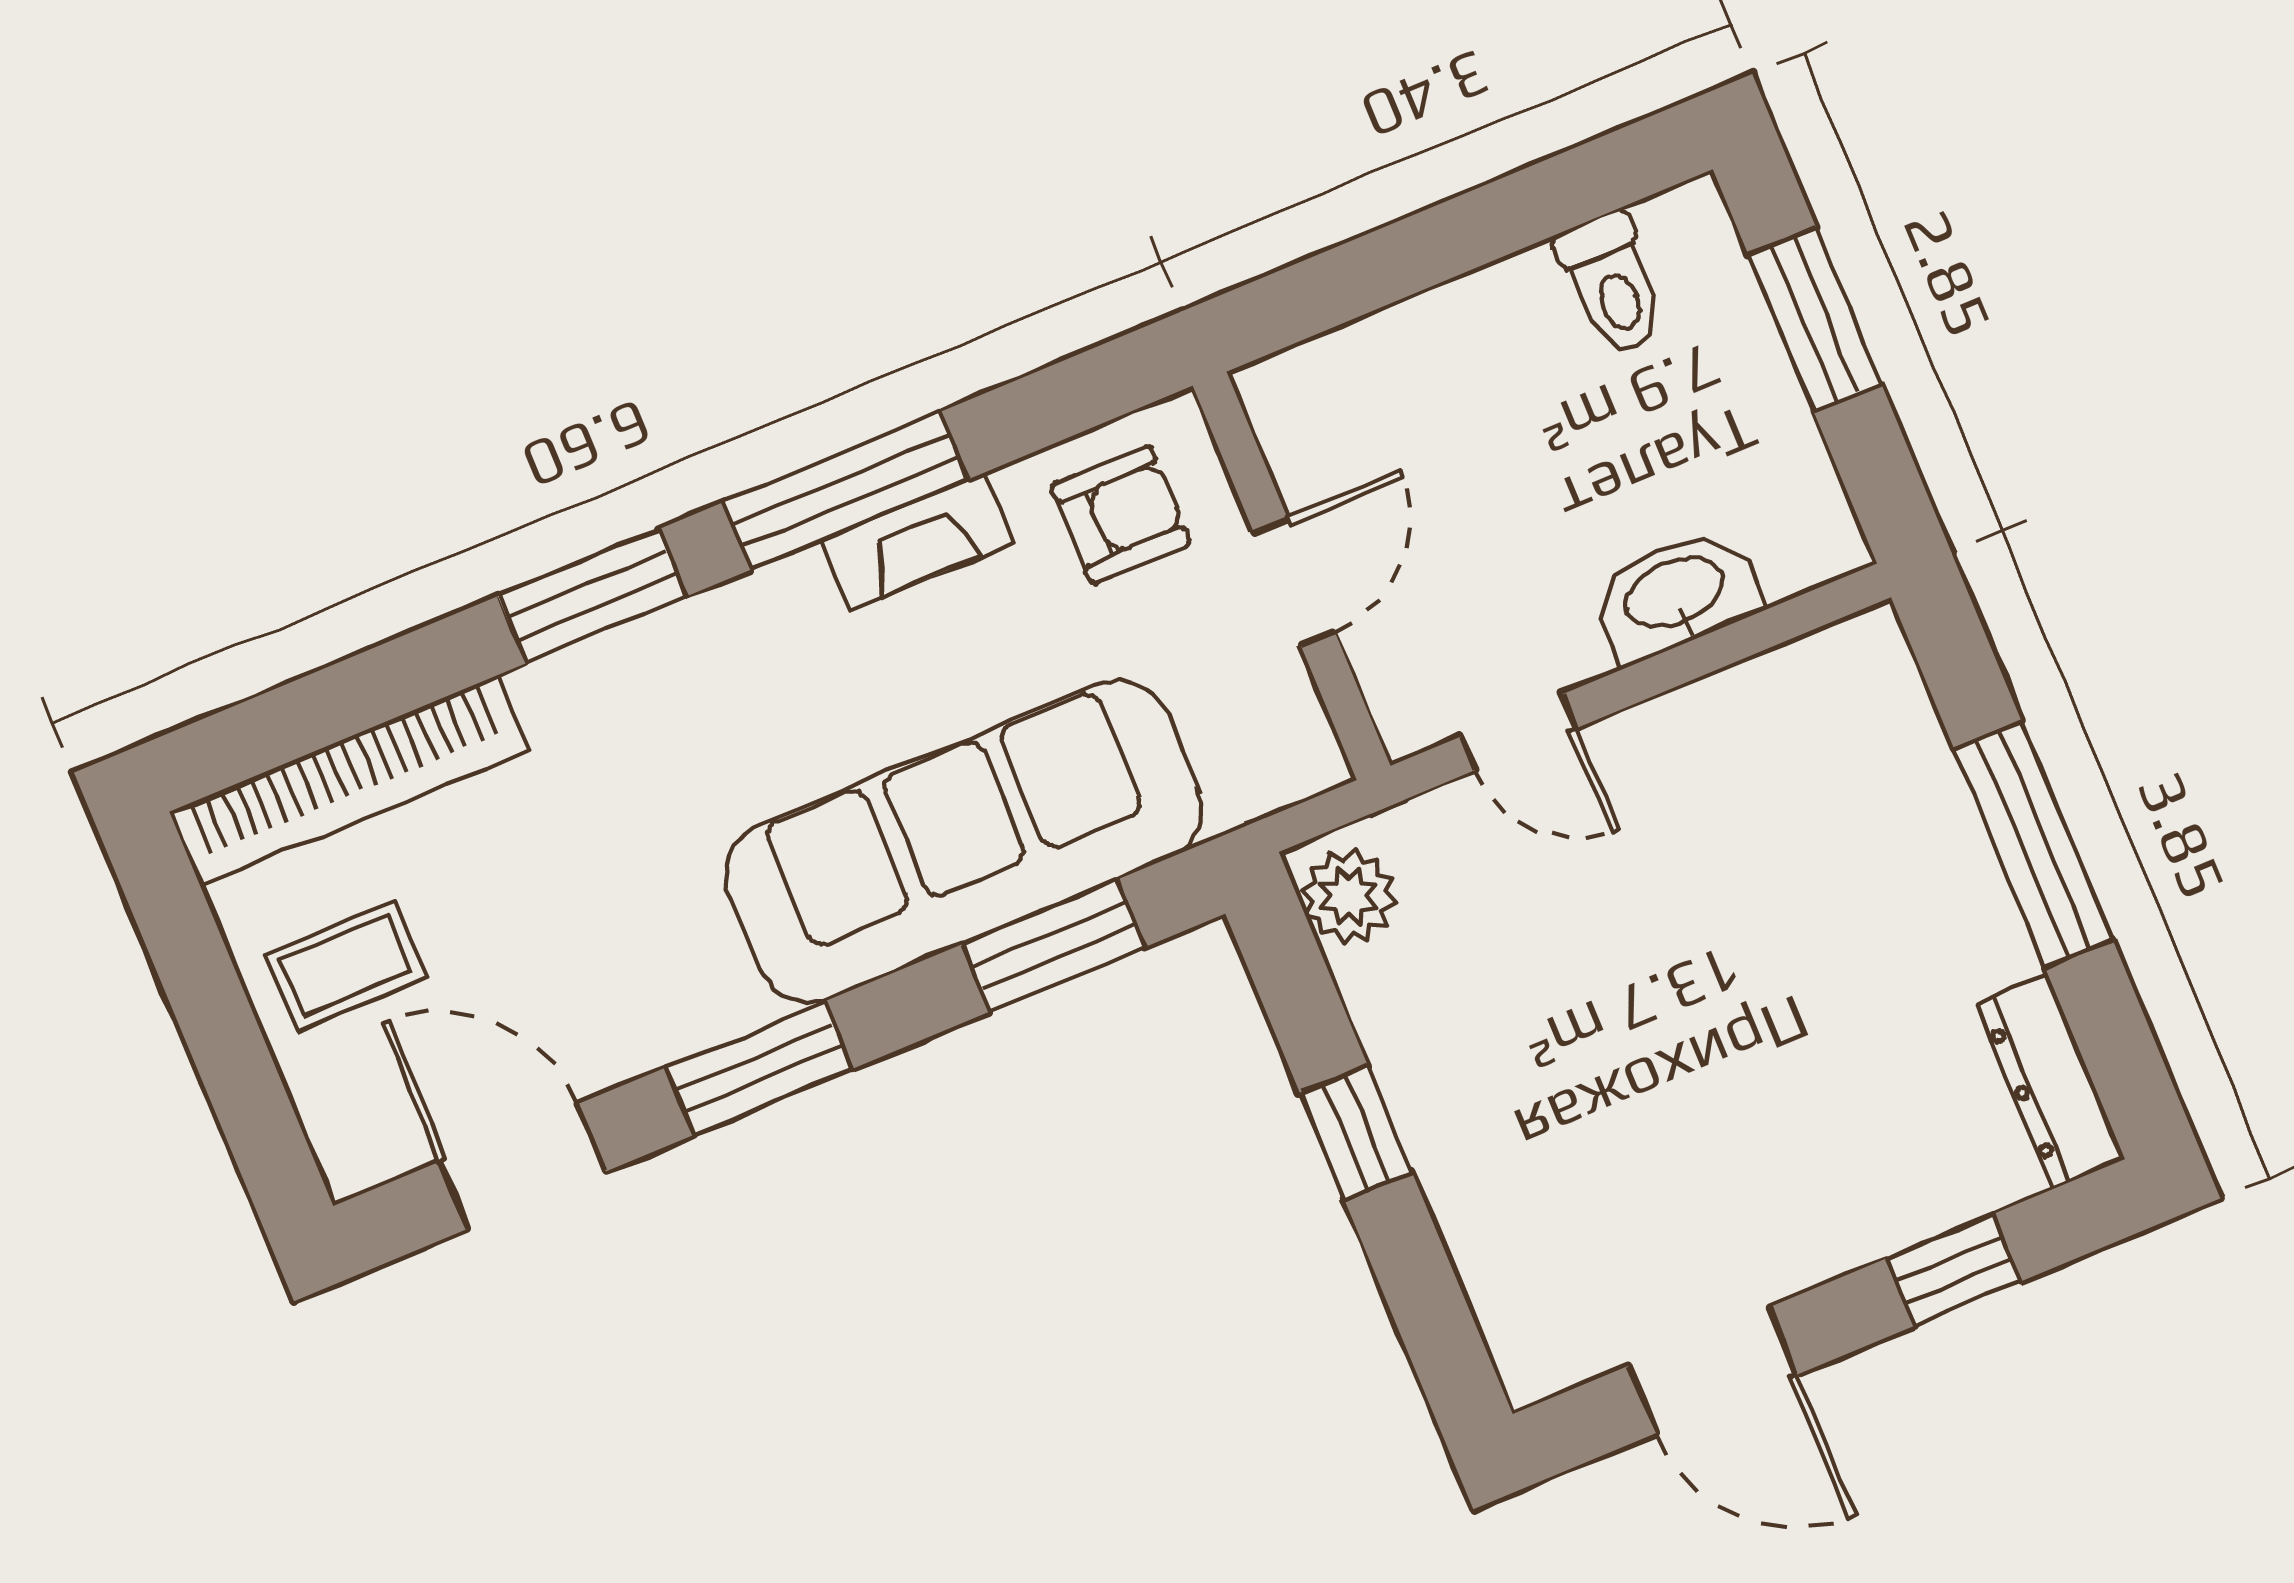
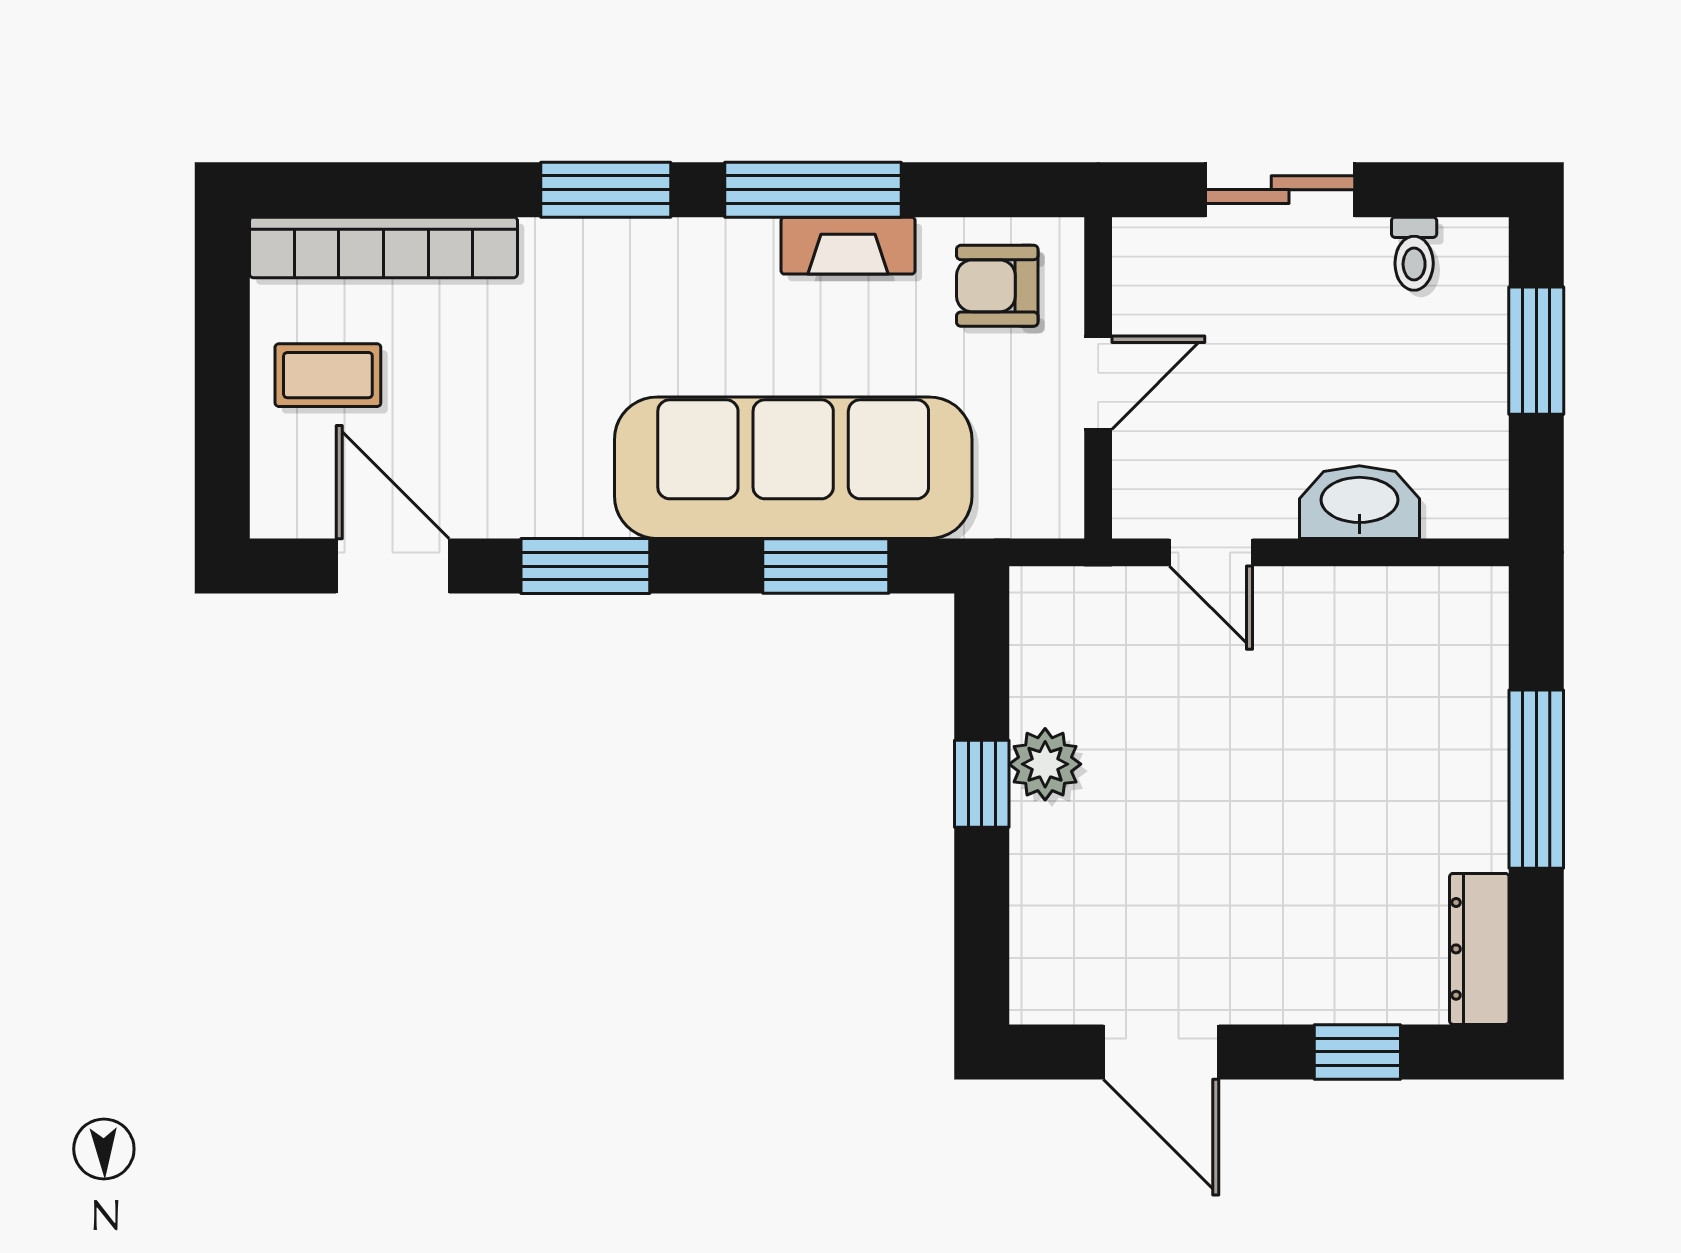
sliding door: (1419, 252) -> (1280, 190), added
toilet: (1613, 284) -> (1414, 254), width x0.73, depth x0.72
armchair: (1121, 514) -> (997, 286), turned 180
plant: (1348, 896) -> (1045, 764), moved

